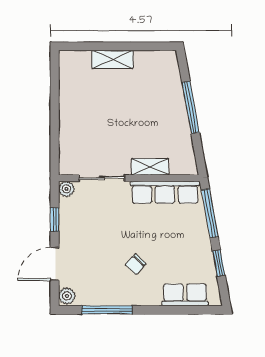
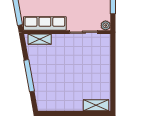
shelving: (113, 59) -> (96, 105), moved
shelving: (150, 167) -> (40, 39), moved

